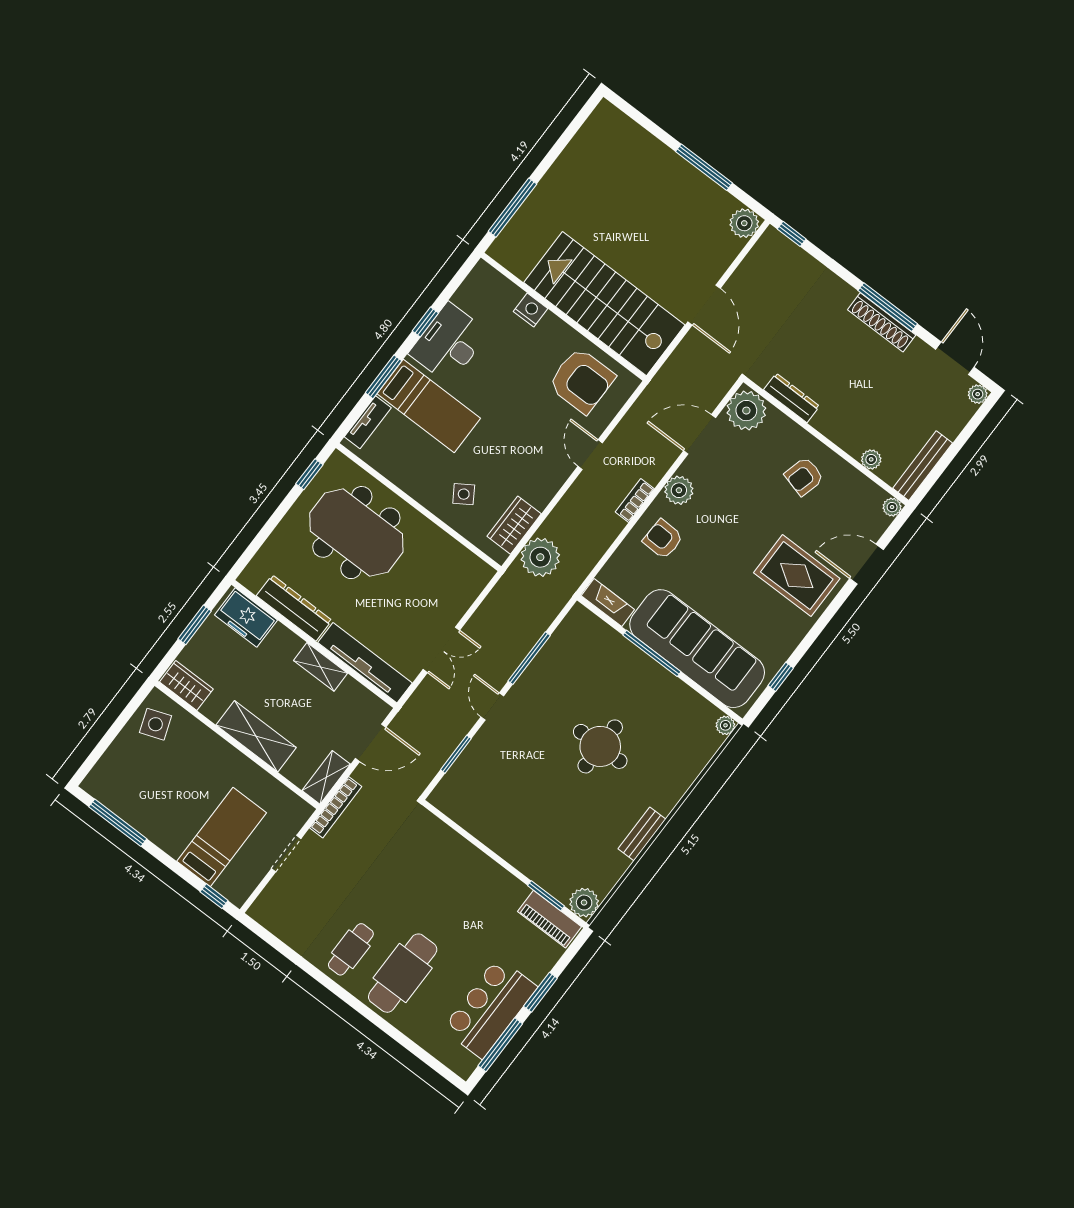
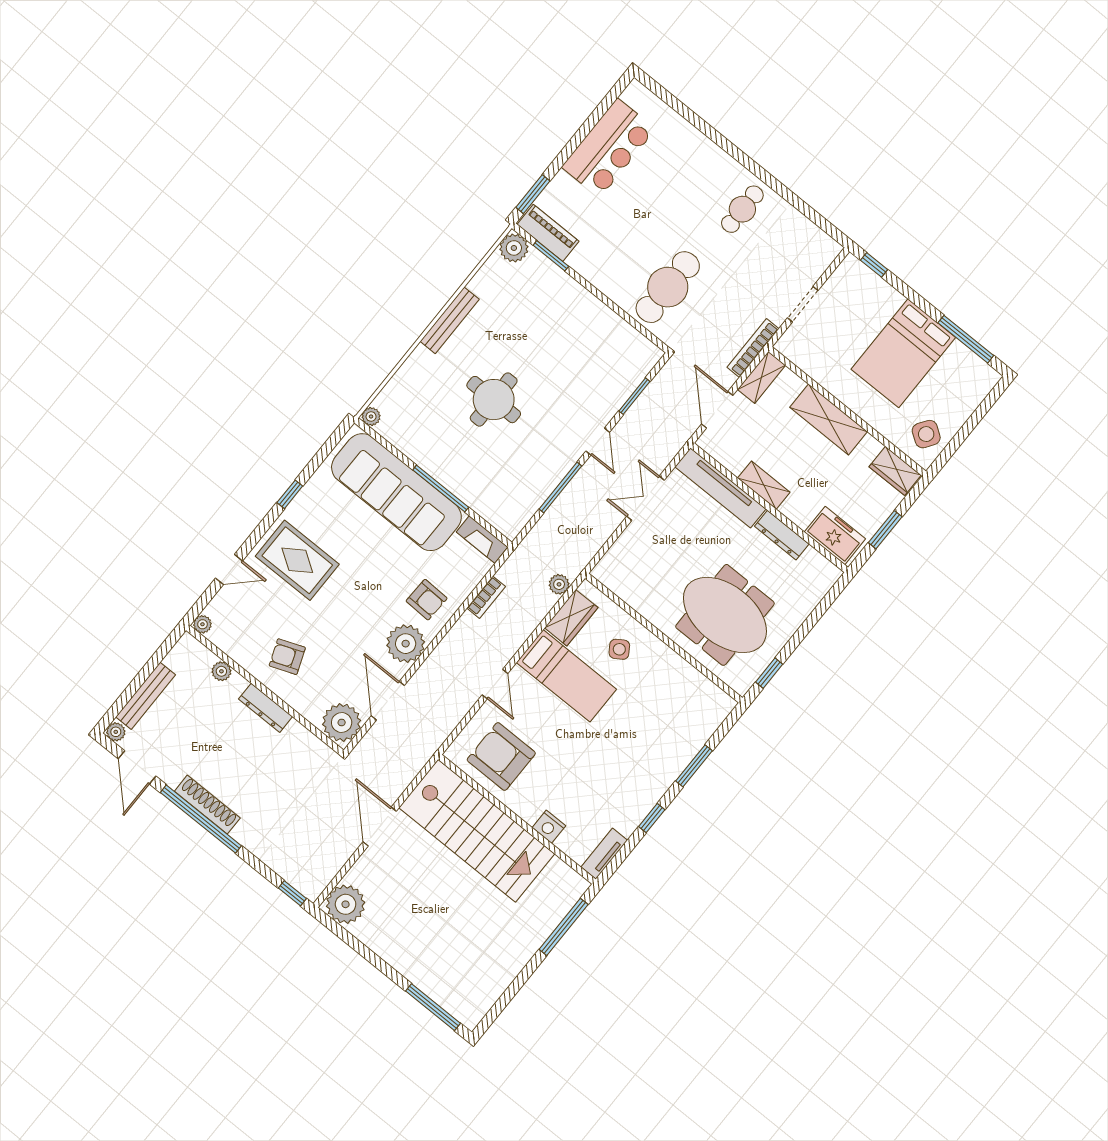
window: (704, 167) -> (433, 1007), moved
plant: (744, 223) -> (346, 904), width x1.36, depth x1.36
window: (888, 307) -> (201, 819), width x1.46
desk: (449, 343) -> (629, 797), removed
dresser: (792, 398) -> (266, 708), moved
bed: (429, 406) -> (566, 676), moved, turned 180
tv unit: (368, 422) -> (604, 854), moved
door: (700, 434) -> (388, 701), swing flipped
bench: (923, 466) -> (146, 696), moved
armchair: (804, 476) -> (287, 657), turned -126
plant: (679, 490) -> (406, 644), width x1.36, depth x1.36
bookcase: (635, 500) -> (486, 597), moved
plant: (540, 557) -> (559, 584), width x0.53, depth x0.53
door: (867, 564) -> (229, 569), width x0.73
dresser: (294, 608) -> (782, 535), width x0.73, depth x0.80
window: (781, 677) -> (290, 494), moved
side table: (156, 724) -> (926, 434), turned -36
door: (371, 743) -> (717, 410), hinge flipped
bench: (642, 834) -> (450, 320), width x1.36
bed: (222, 837) -> (903, 353), moved, width x1.50
cafe table: (403, 973) -> (668, 287), moved
window: (540, 992) -> (533, 194), moved
window: (500, 1045) -> (600, 112), removed

